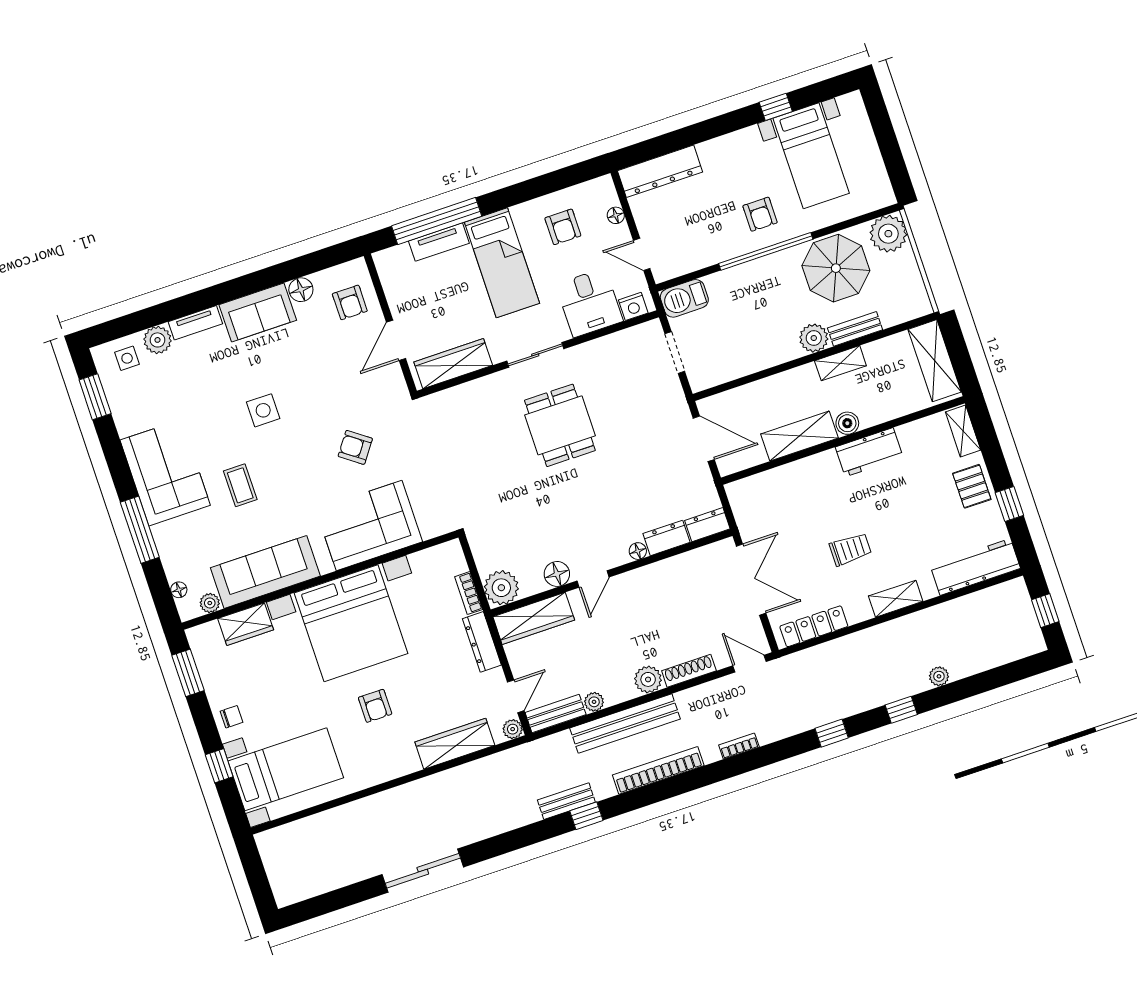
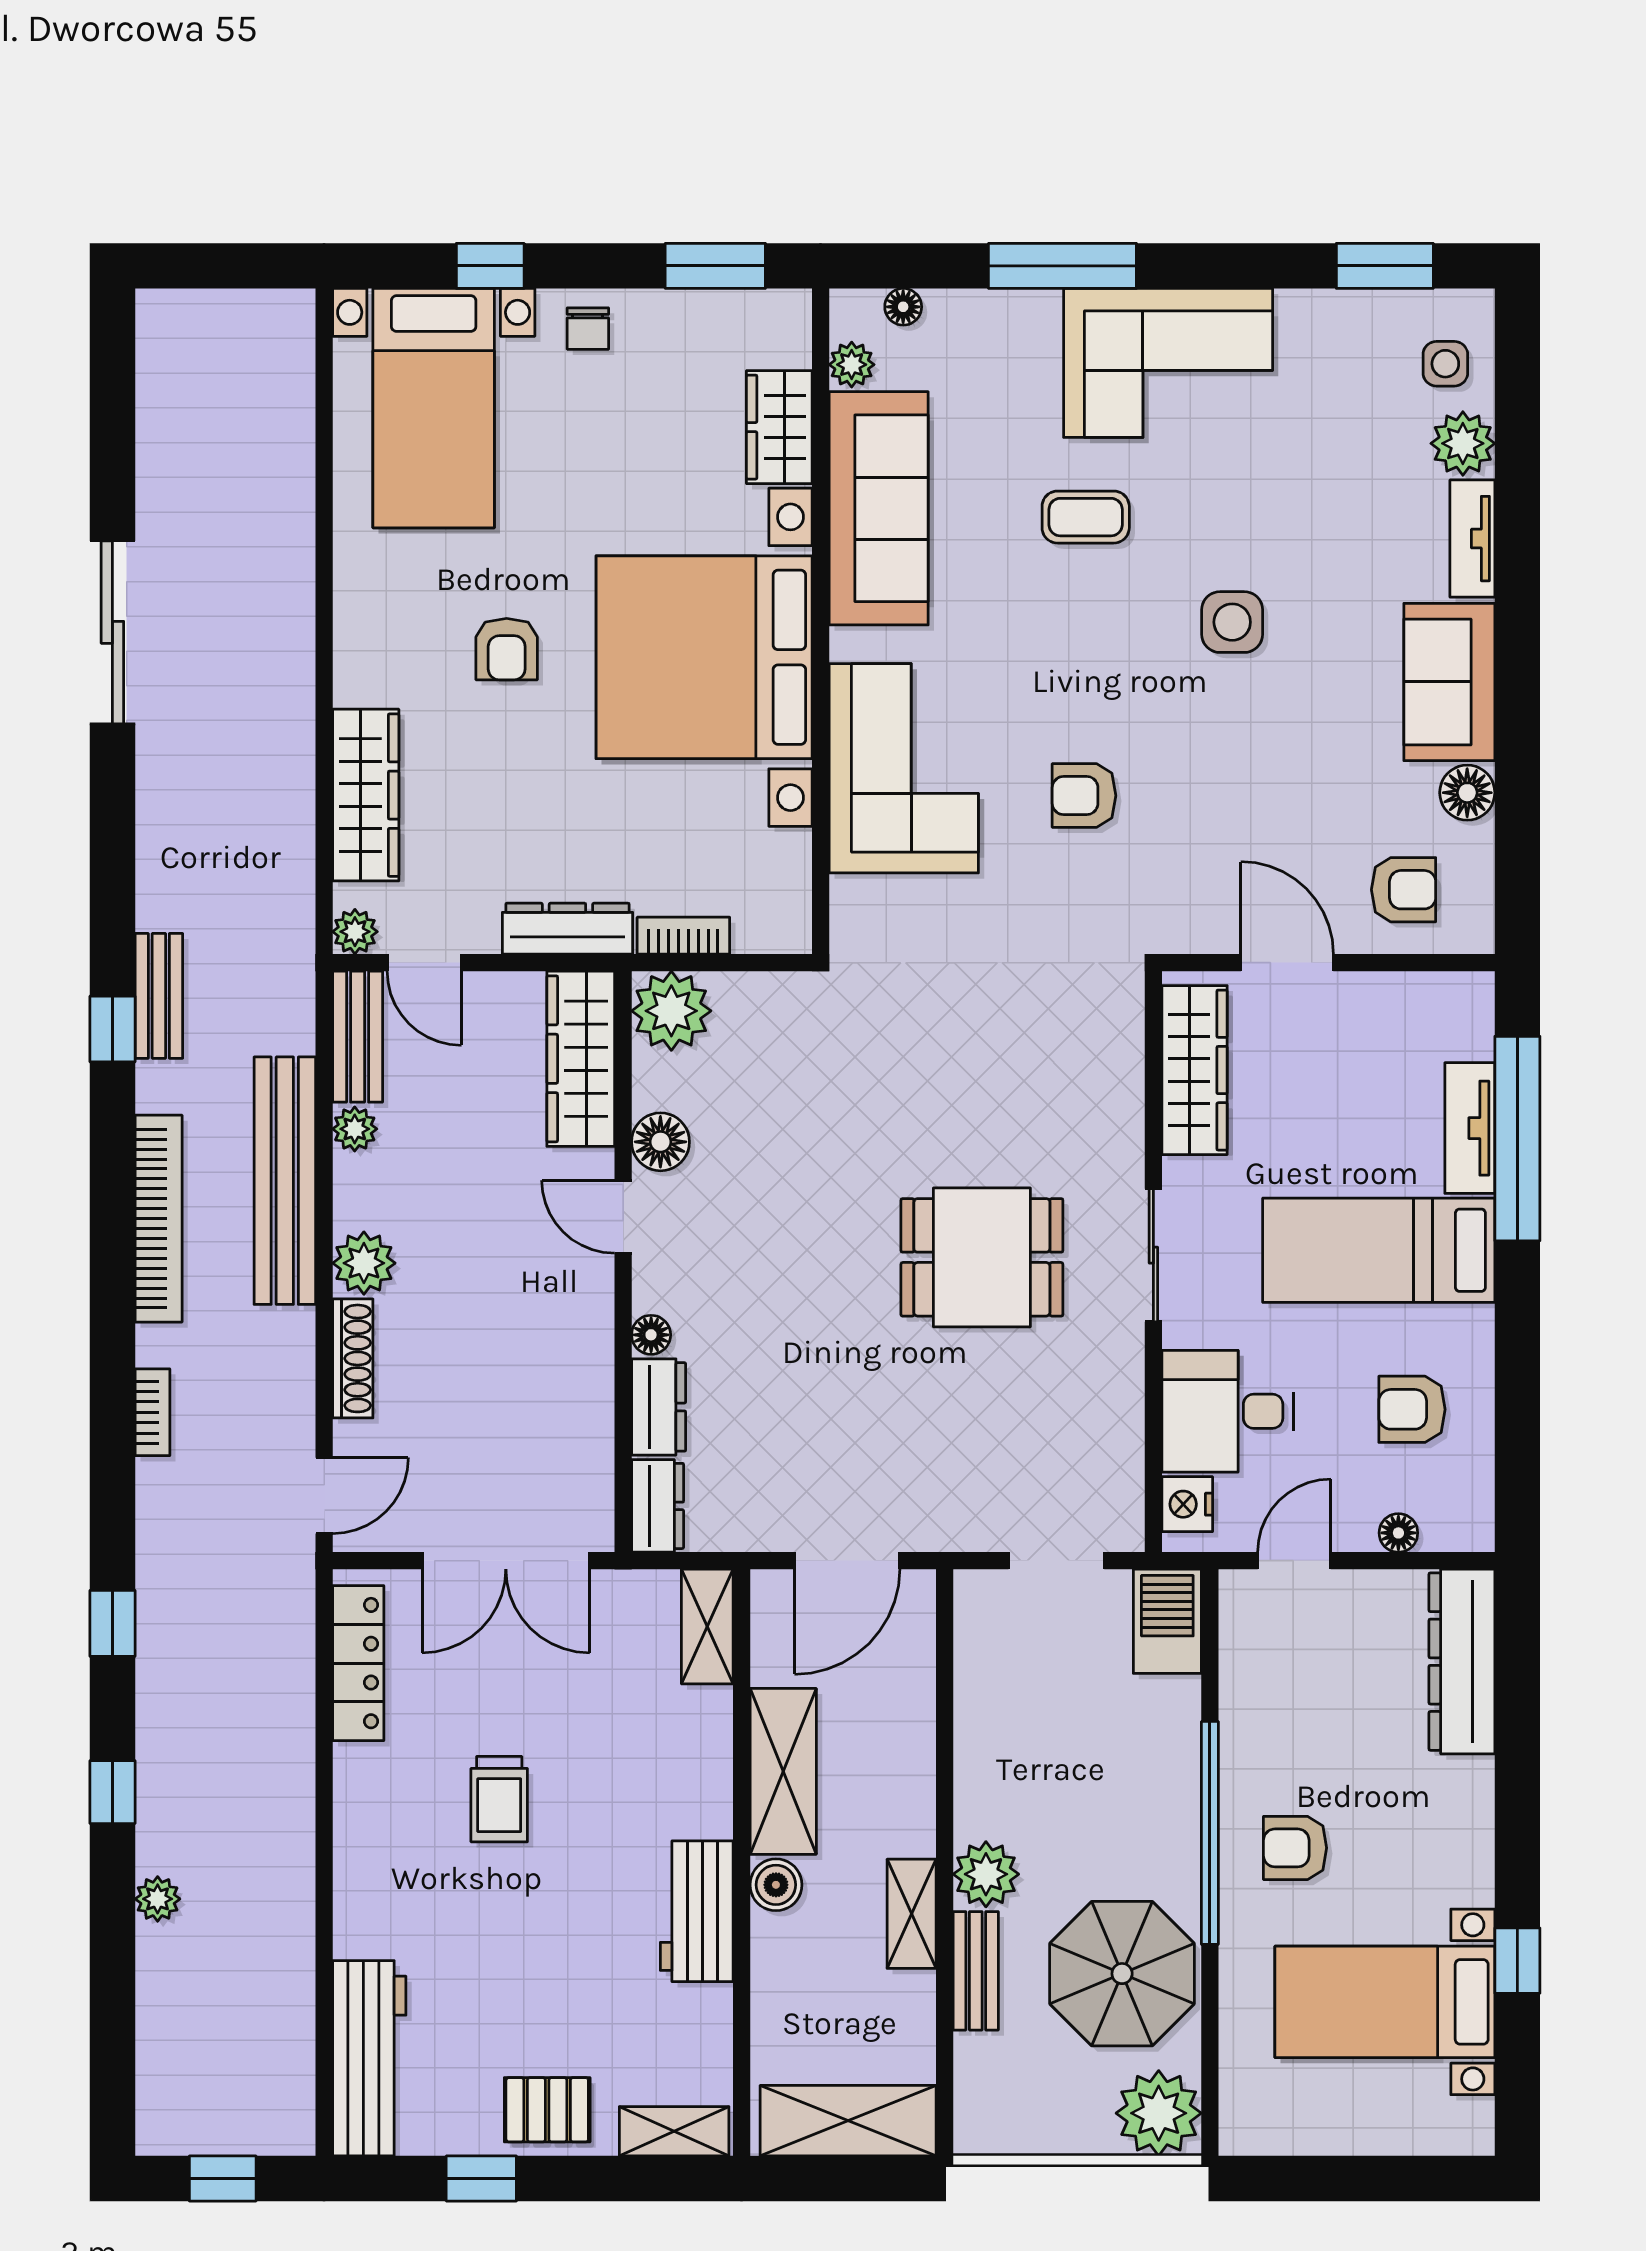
armchair: (350, 302) -> (1404, 890), turned 180
armchair: (355, 447) -> (1084, 796), turned -126
shelving: (896, 599) -> (707, 1627), moved
armchair: (375, 706) -> (507, 649), turned -90

